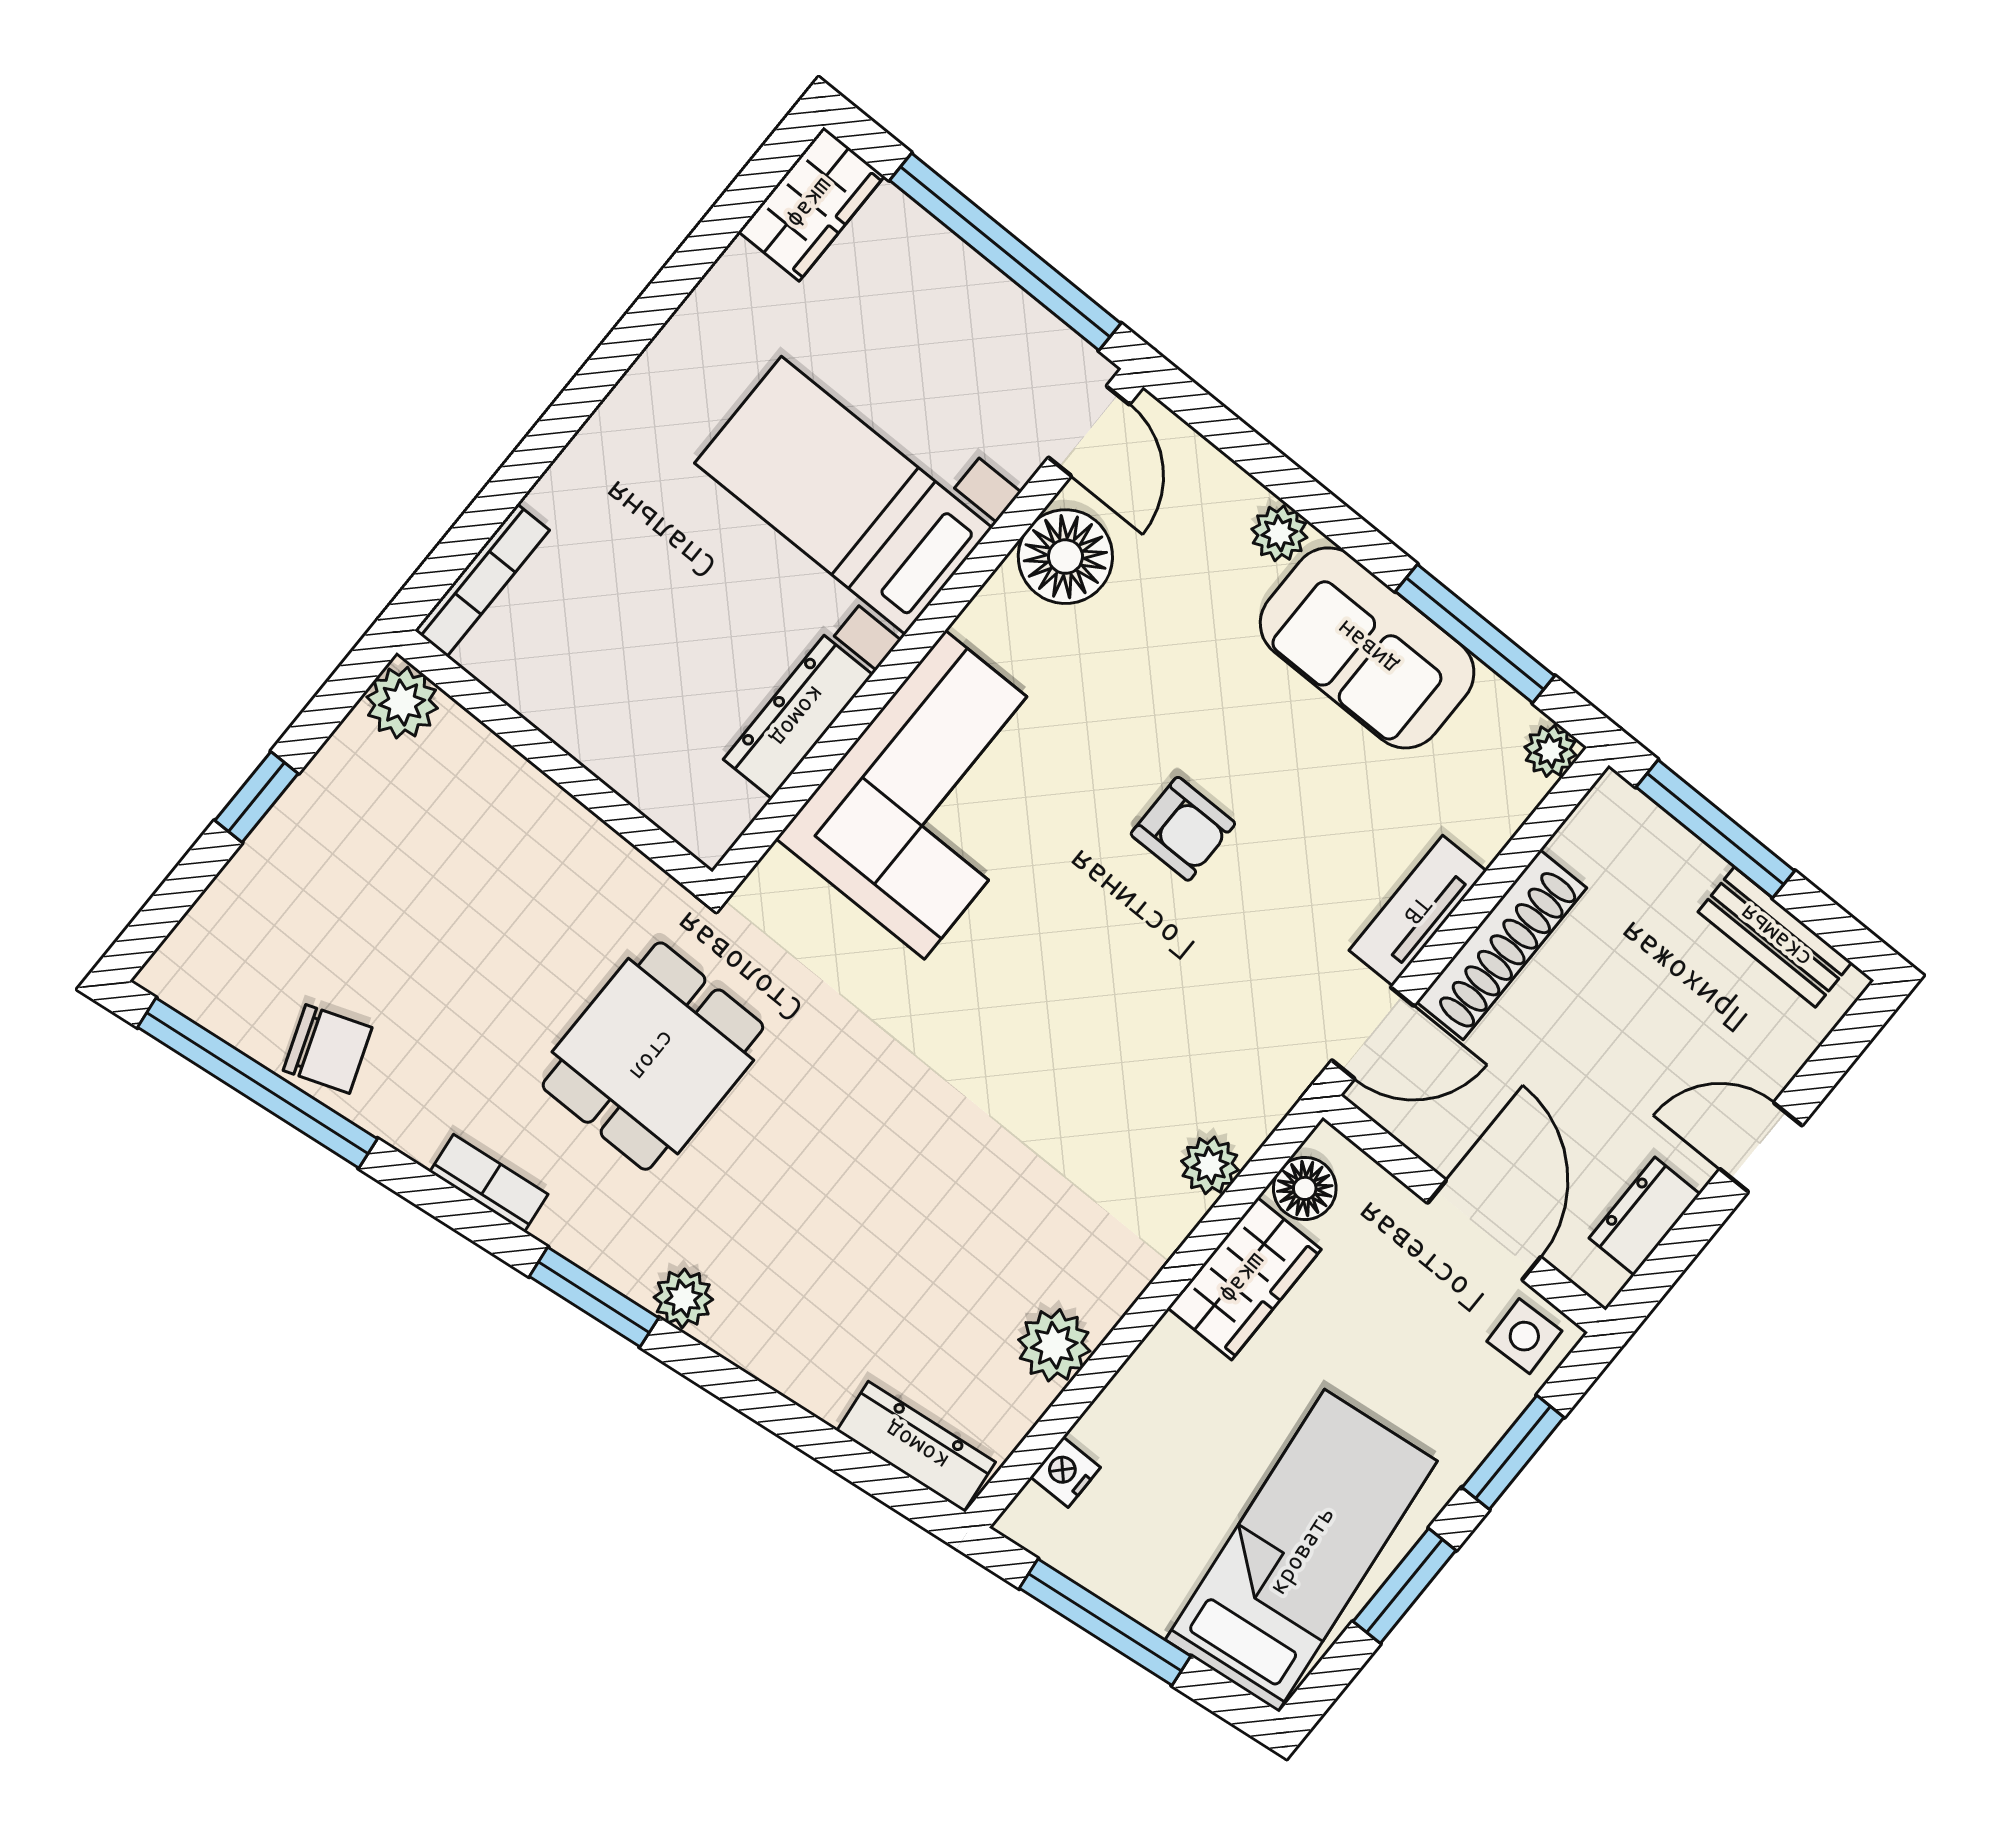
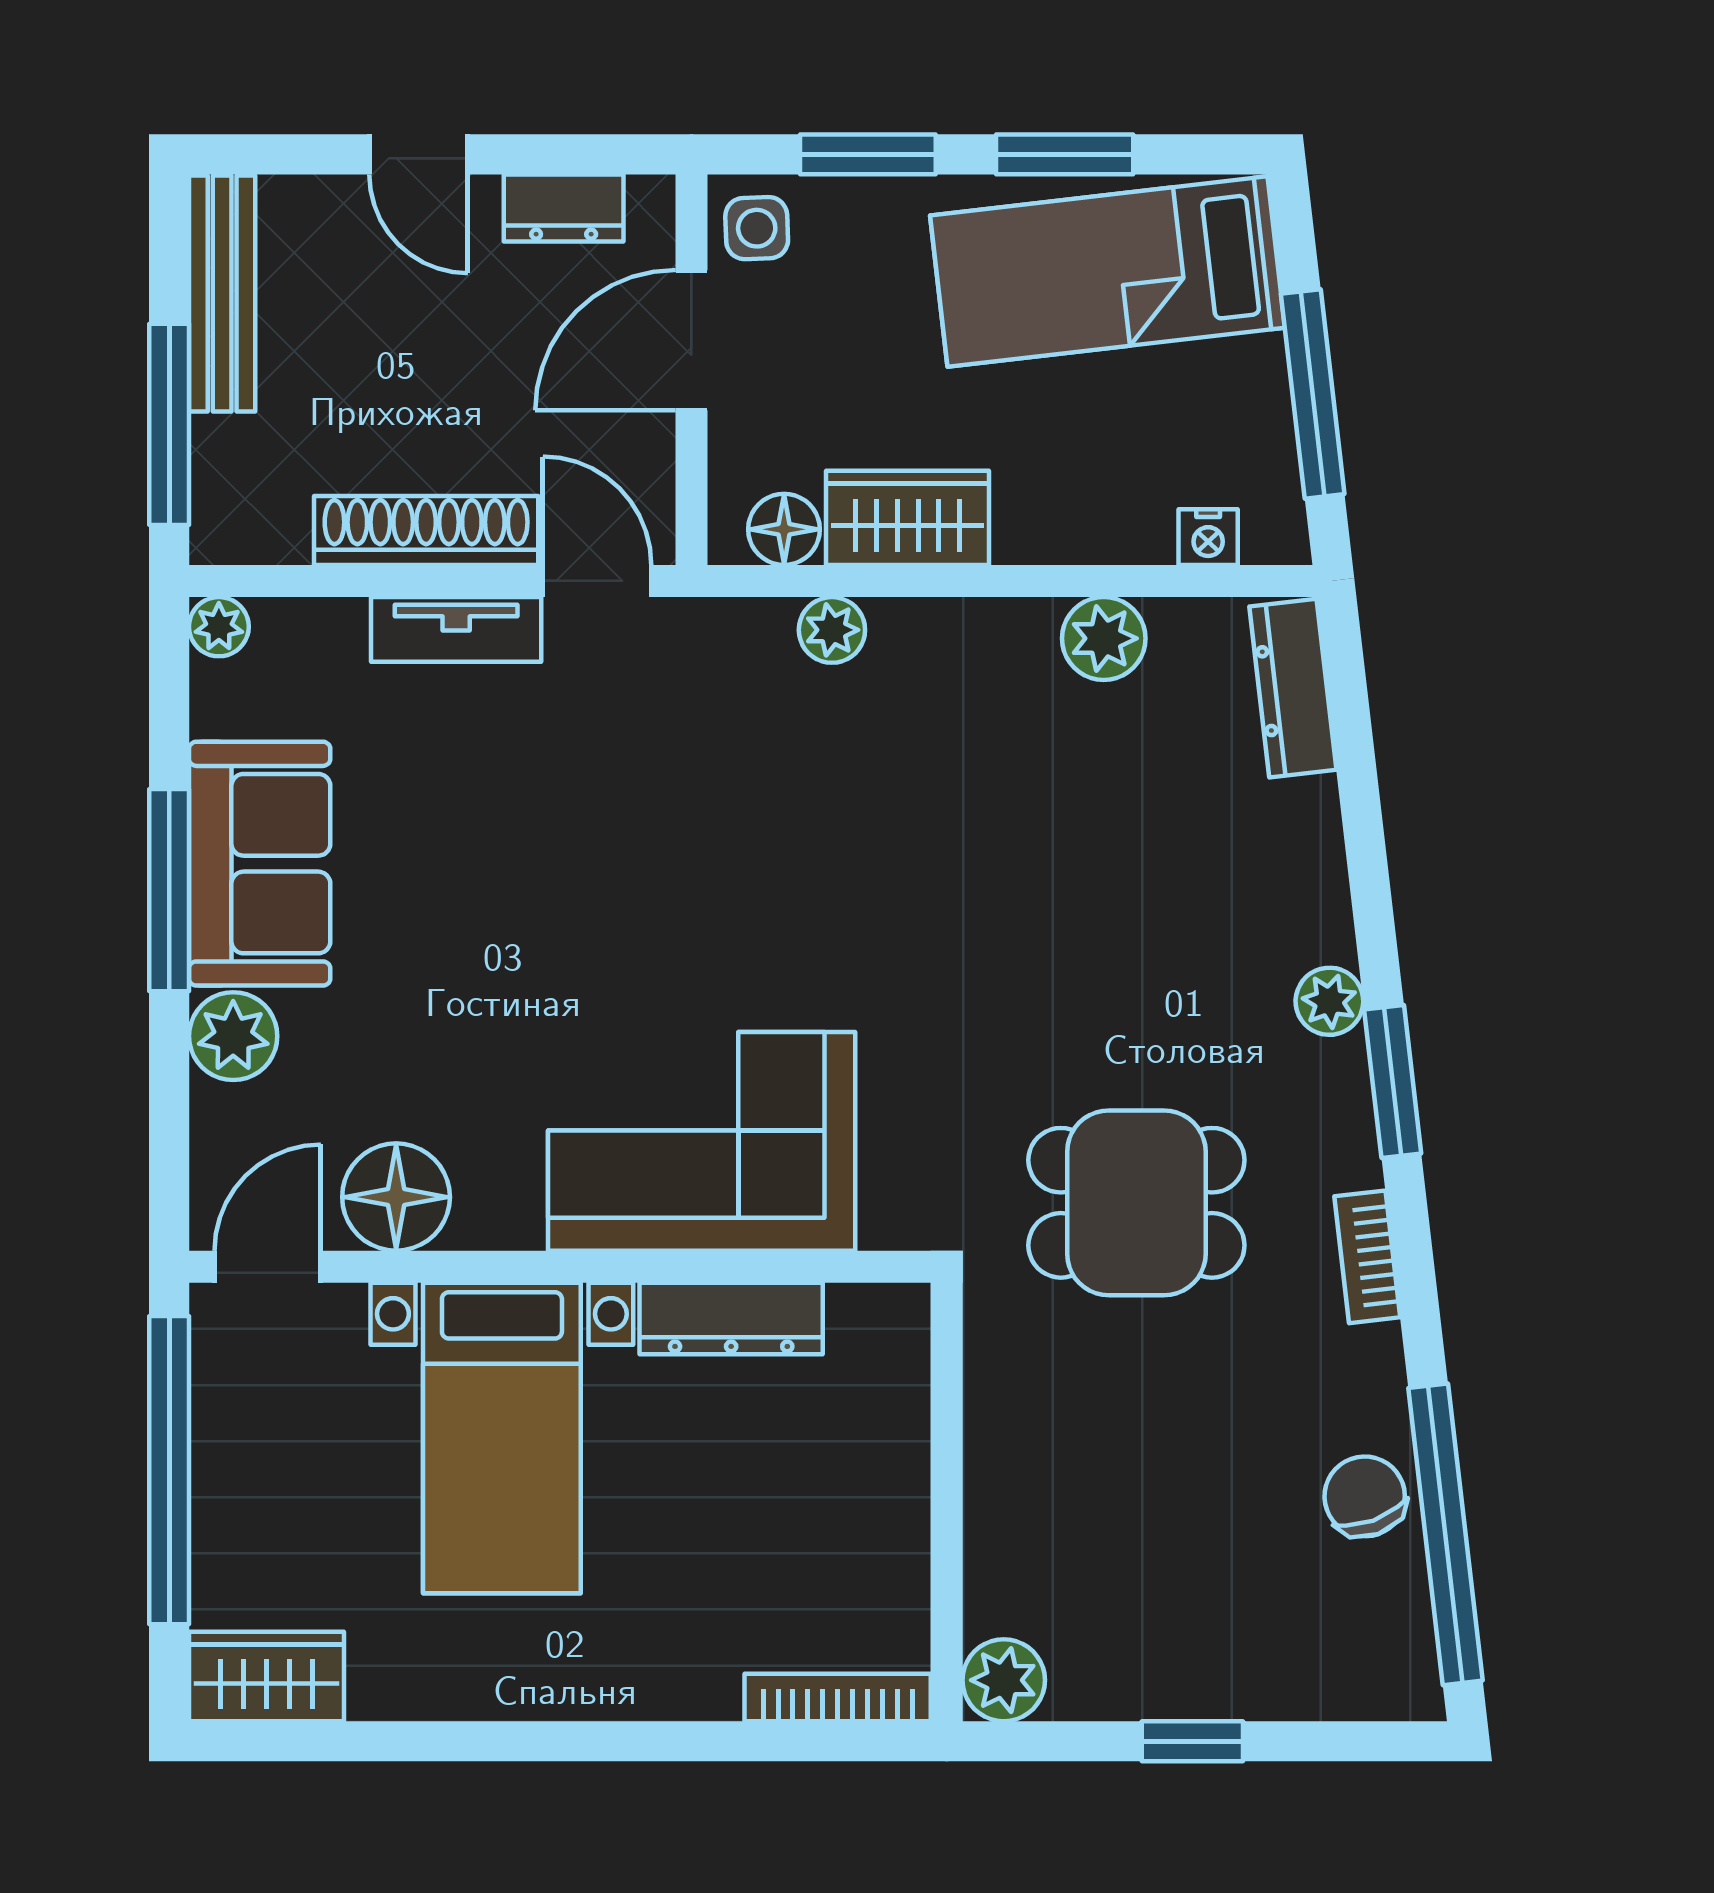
plant: (1279, 533) -> (233, 1036), width x1.38, depth x1.38
window: (1475, 634) -> (169, 890), moved
armchair: (1183, 829) -> (553, 897), removed
bench: (1775, 937) -> (222, 293), width x1.36

